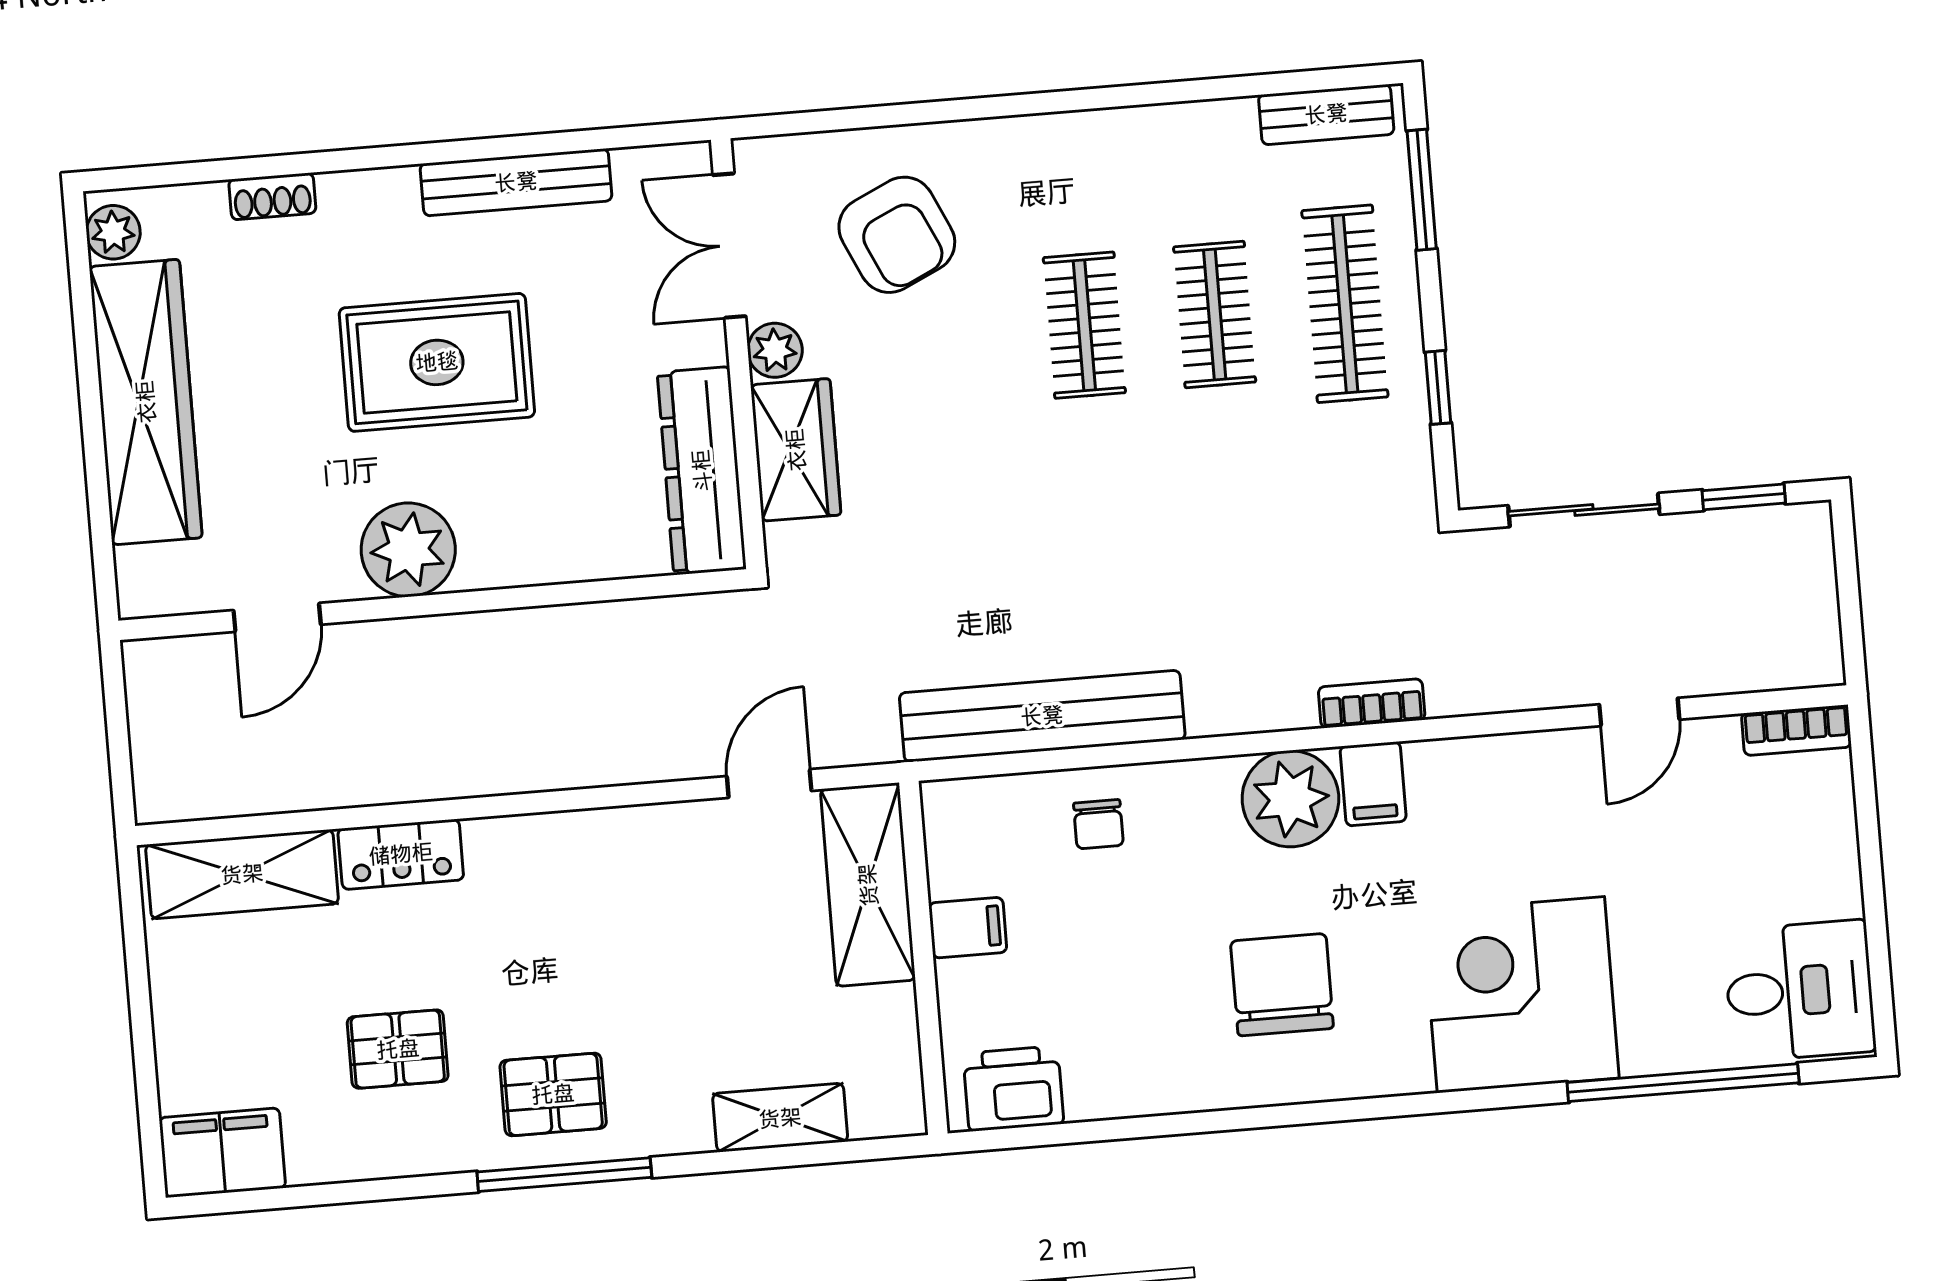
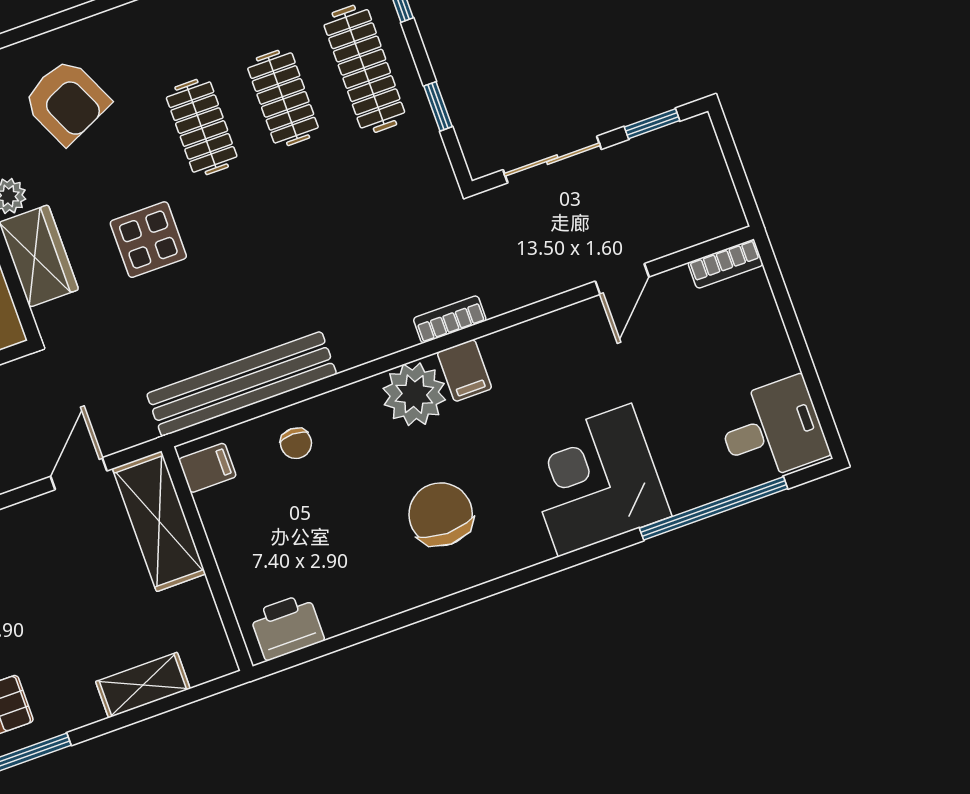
display table: (962, 469) -> (148, 240), added
filing cabinet: (968, 928) -> (207, 468), moved

